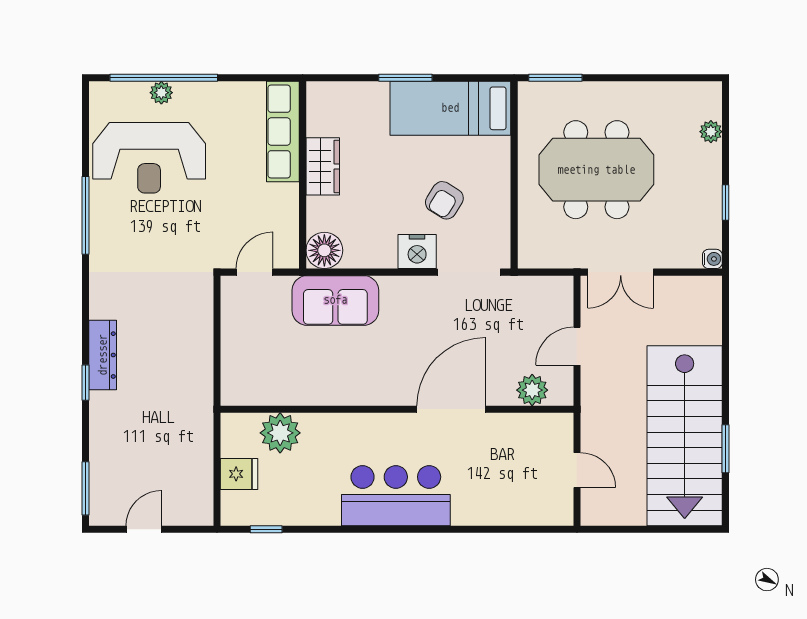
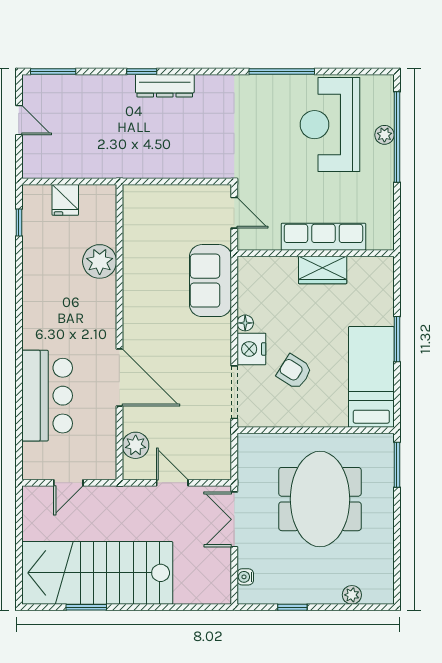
row of seats: (283, 131) -> (323, 237), moved
floor lamp: (324, 250) -> (245, 323), moved, width x0.53, depth x0.53
water cooler: (712, 259) -> (245, 577), moved, turned 90
plant: (280, 433) -> (100, 261), moved
bar counter: (396, 496) -> (47, 396), moved

